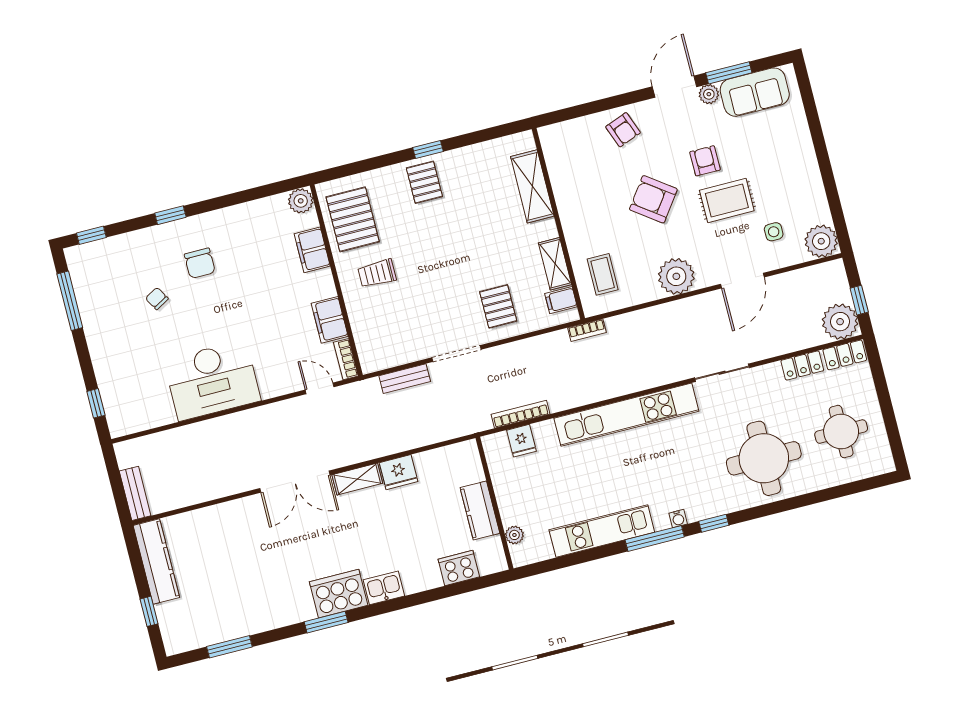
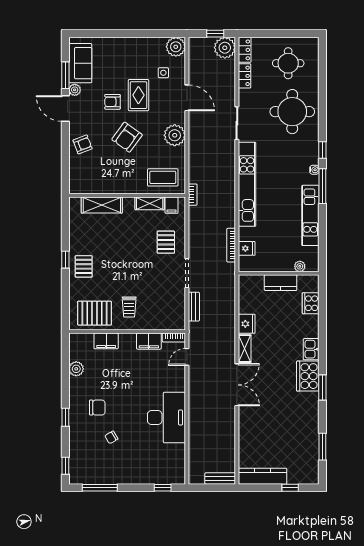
pallet: (424, 182) -> (84, 266), turned 90
plant: (301, 201) -> (76, 369), moved
coffee table: (603, 274) -> (163, 177), width x1.36, depth x1.30
pallet: (498, 306) -> (166, 242), turned 90

